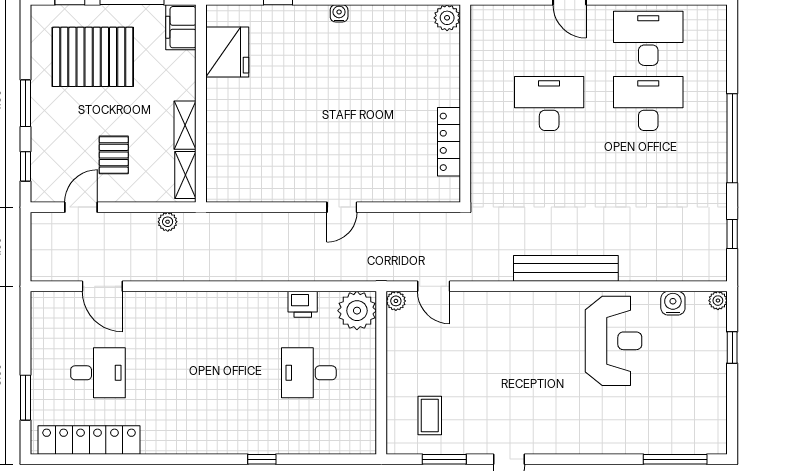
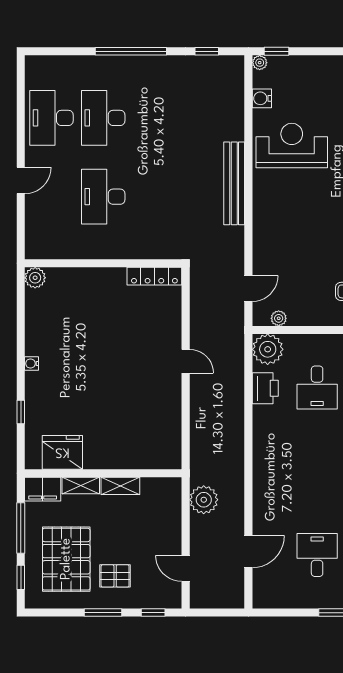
locker: (449, 142) -> (154, 276), moved
pallet: (114, 155) -> (115, 576), moved
shelving: (185, 175) -> (81, 486), moved
plant: (168, 222) -> (204, 500), width x1.88, depth x1.88
plant: (396, 301) -> (279, 318), moved
printer: (303, 304) -> (265, 388), width x1.36, depth x1.24
window: (732, 347) -> (276, 51), moved

